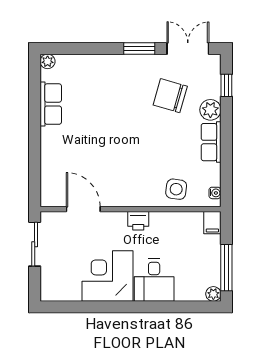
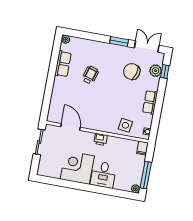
plant: (210, 110) -> (156, 71), moved
wheelchair: (101, 115) -> (90, 75), added

